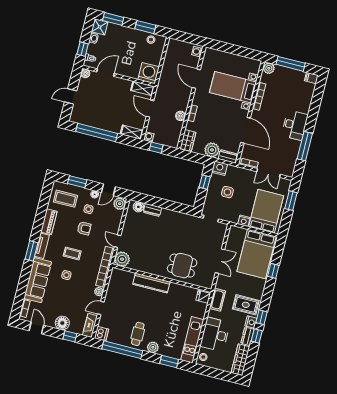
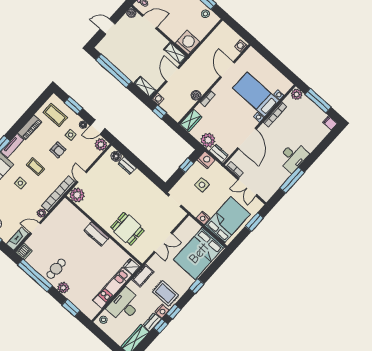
window: (273, 271) -> (196, 286), moved
kitchen counter: (151, 283) -> (96, 234), width x0.67
kitchen unit: (192, 340) -> (112, 288), moved

